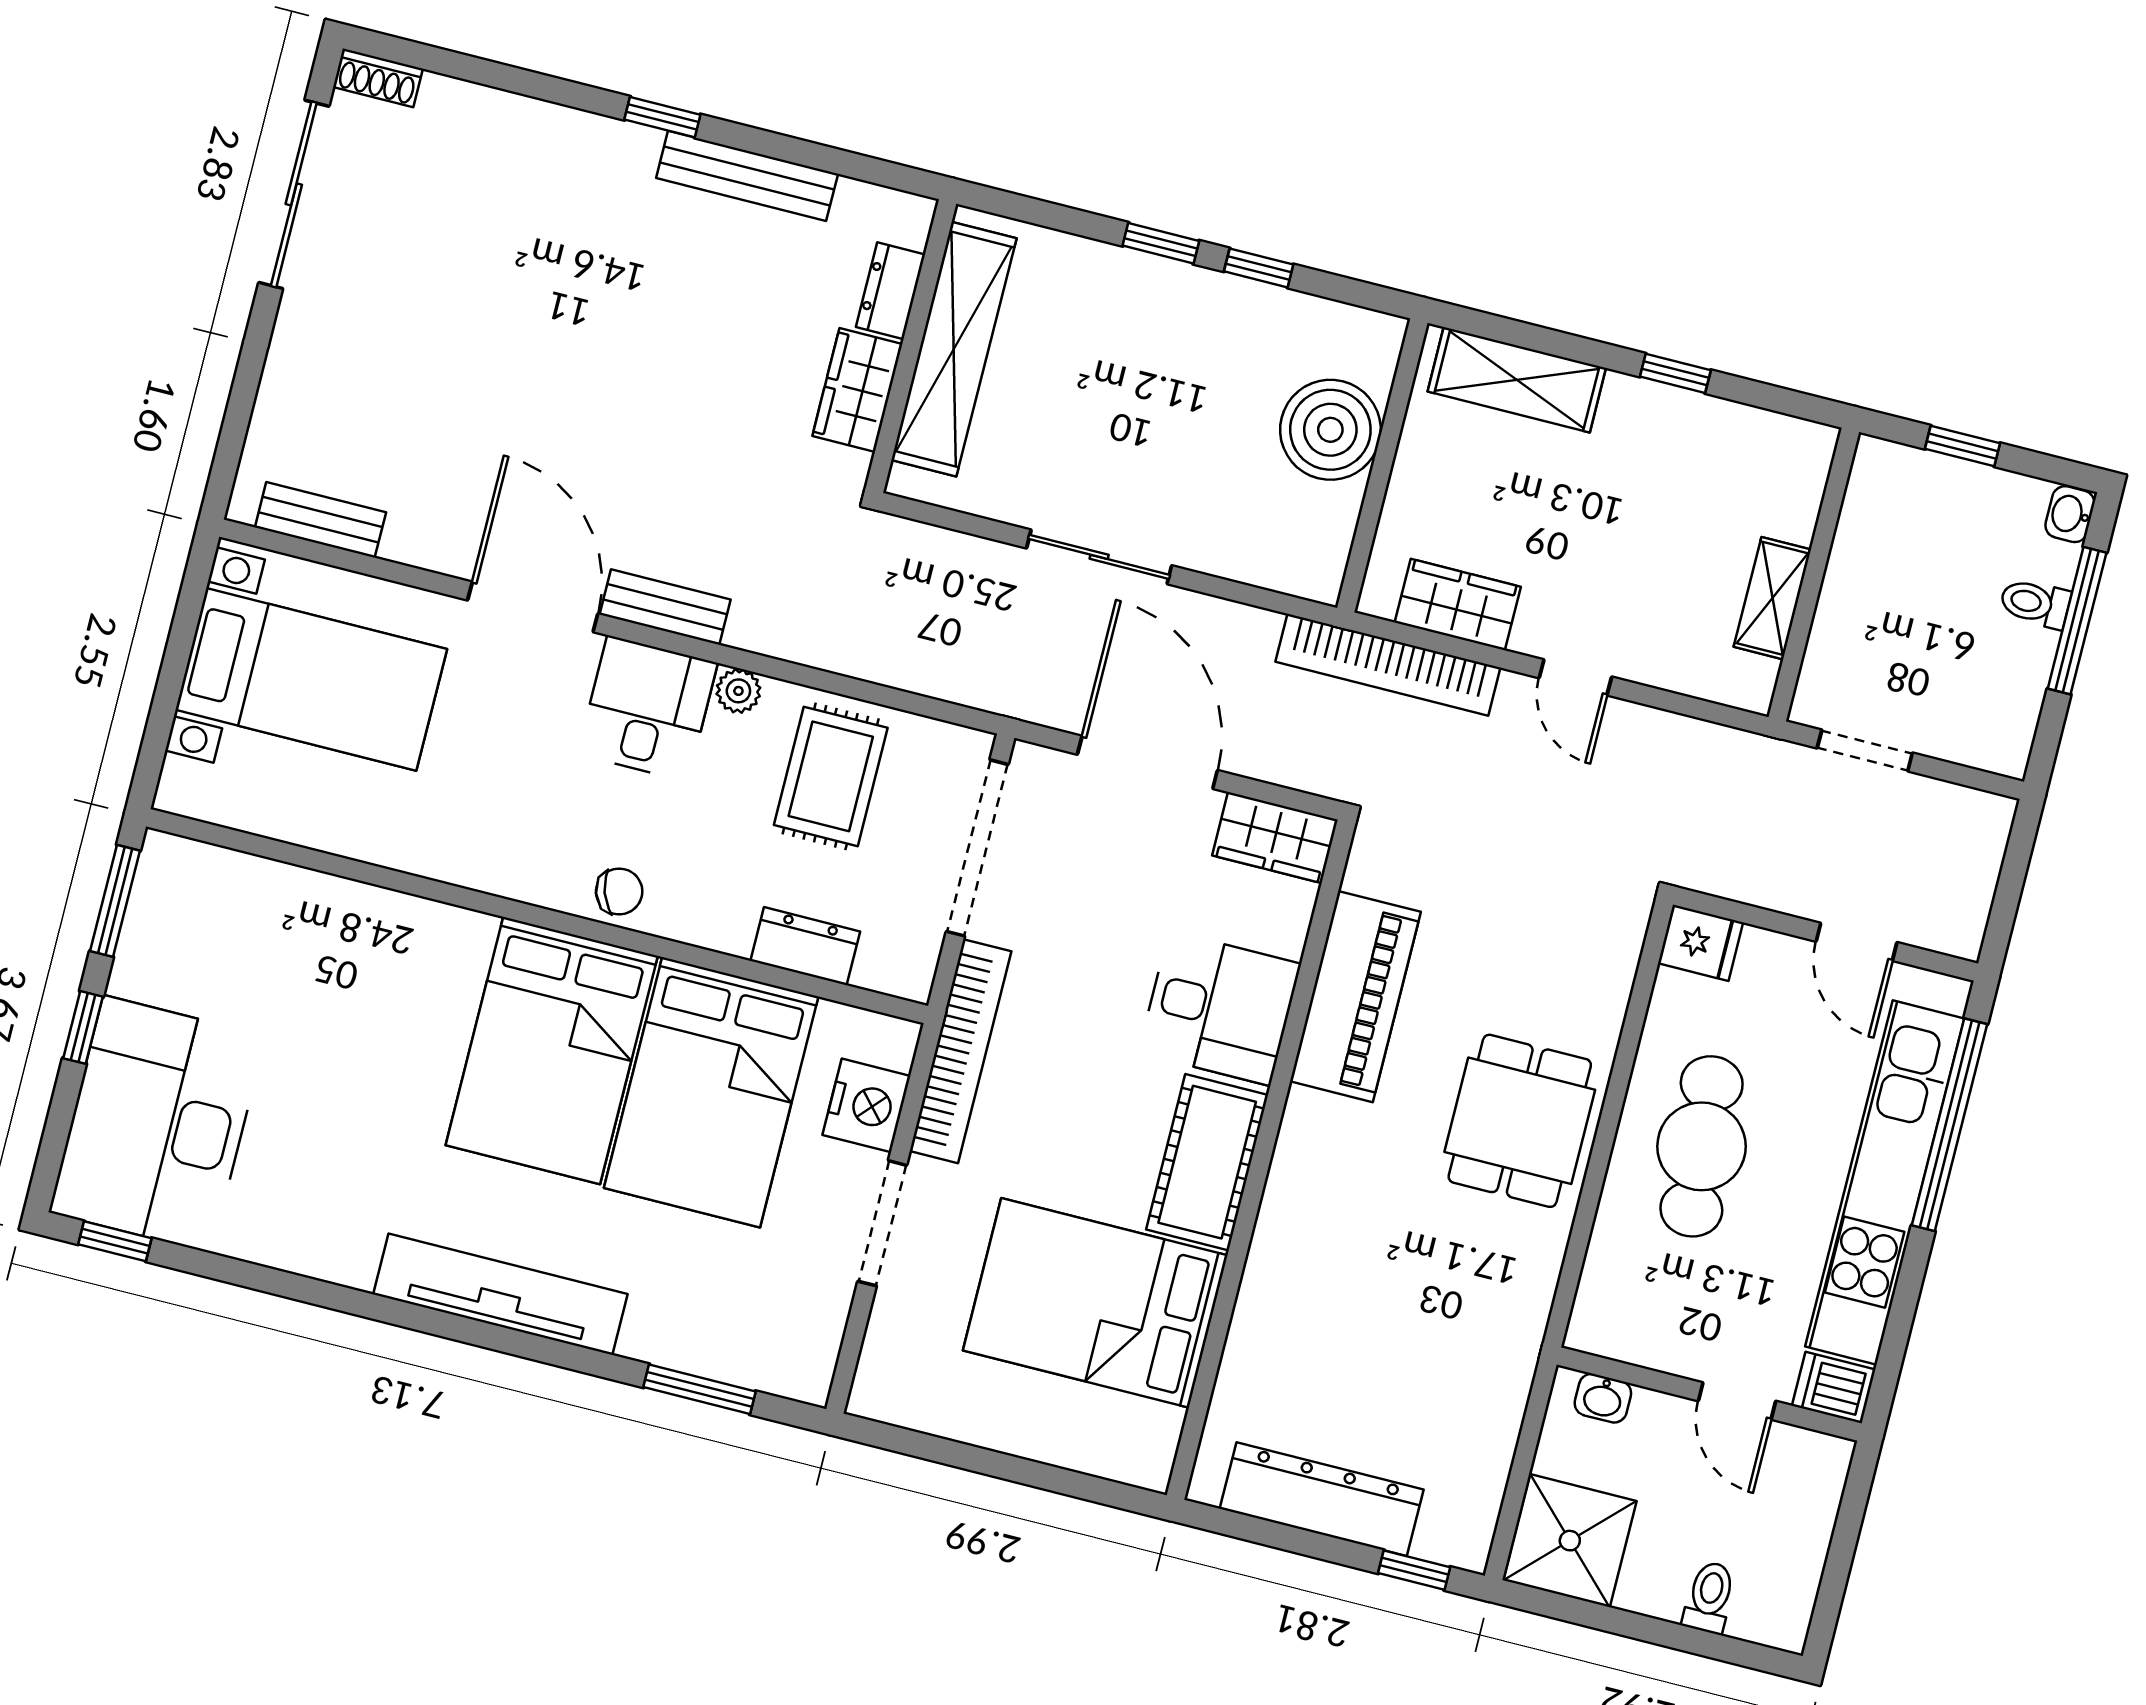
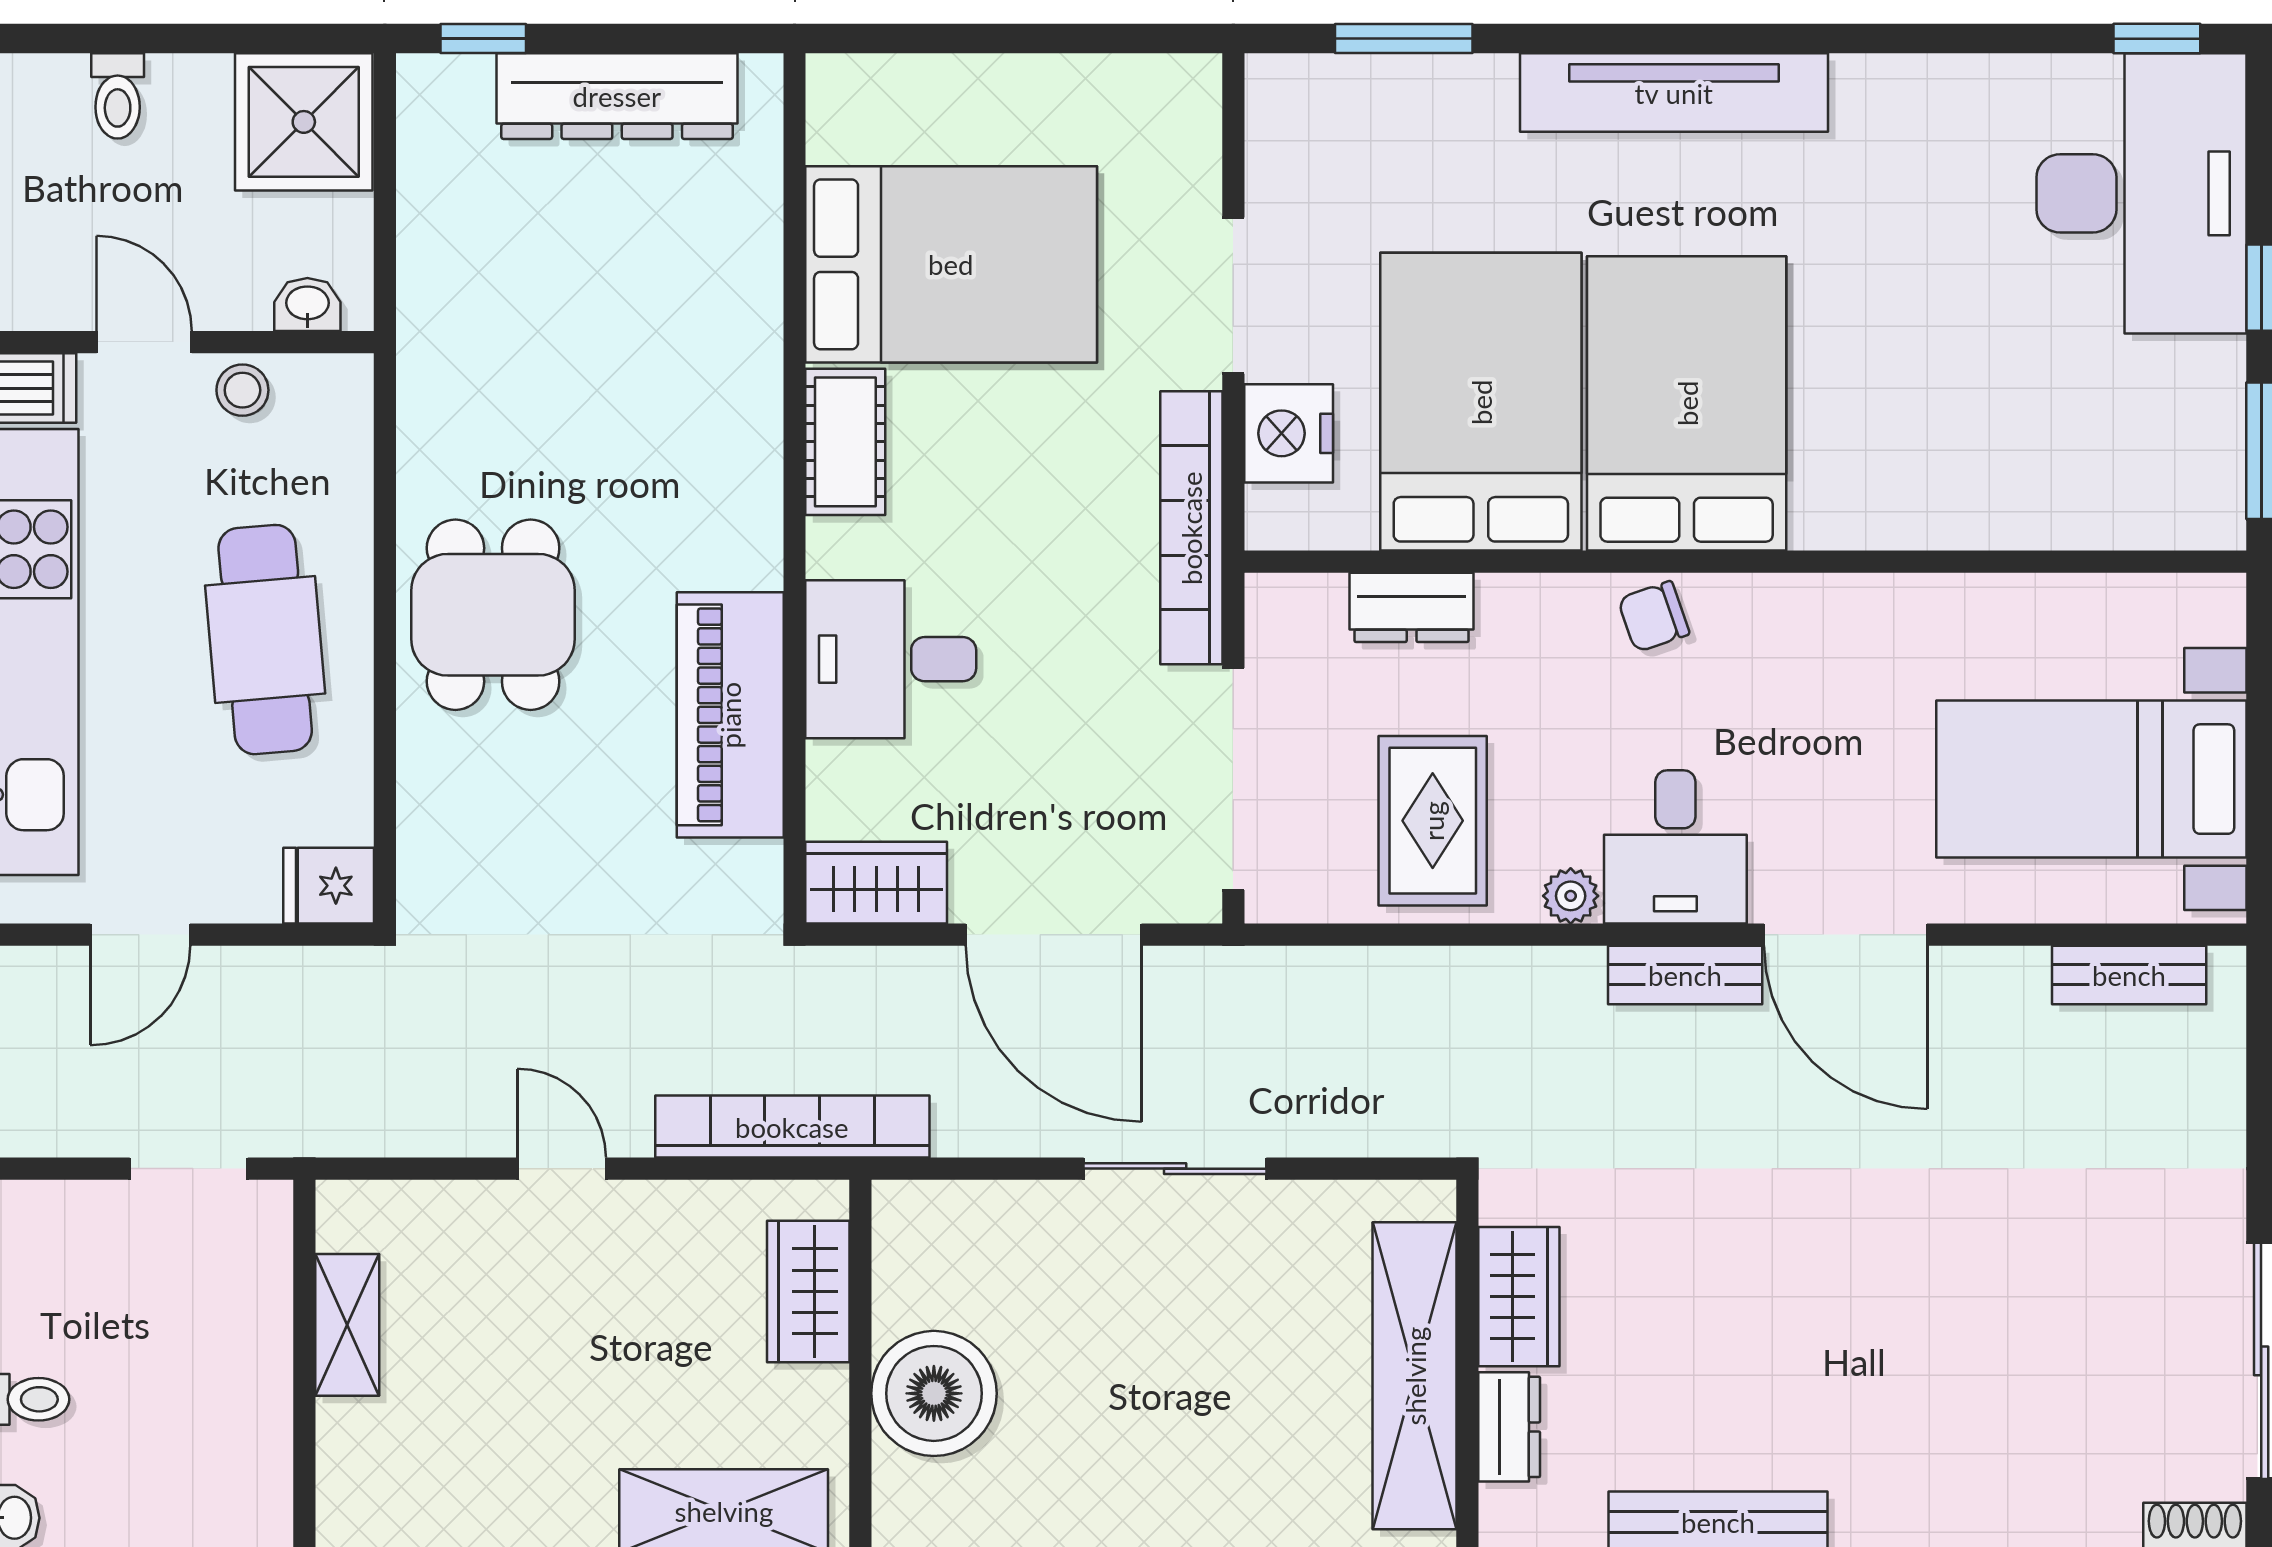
wardrobe: (1458, 605) -> (808, 1291), moved, turned 90
door: (1857, 942) -> (140, 935), swing flipped
cot: (1207, 1162) -> (845, 442), width x0.73, depth x0.75
stool: (1670, 1344) -> (242, 390), added

